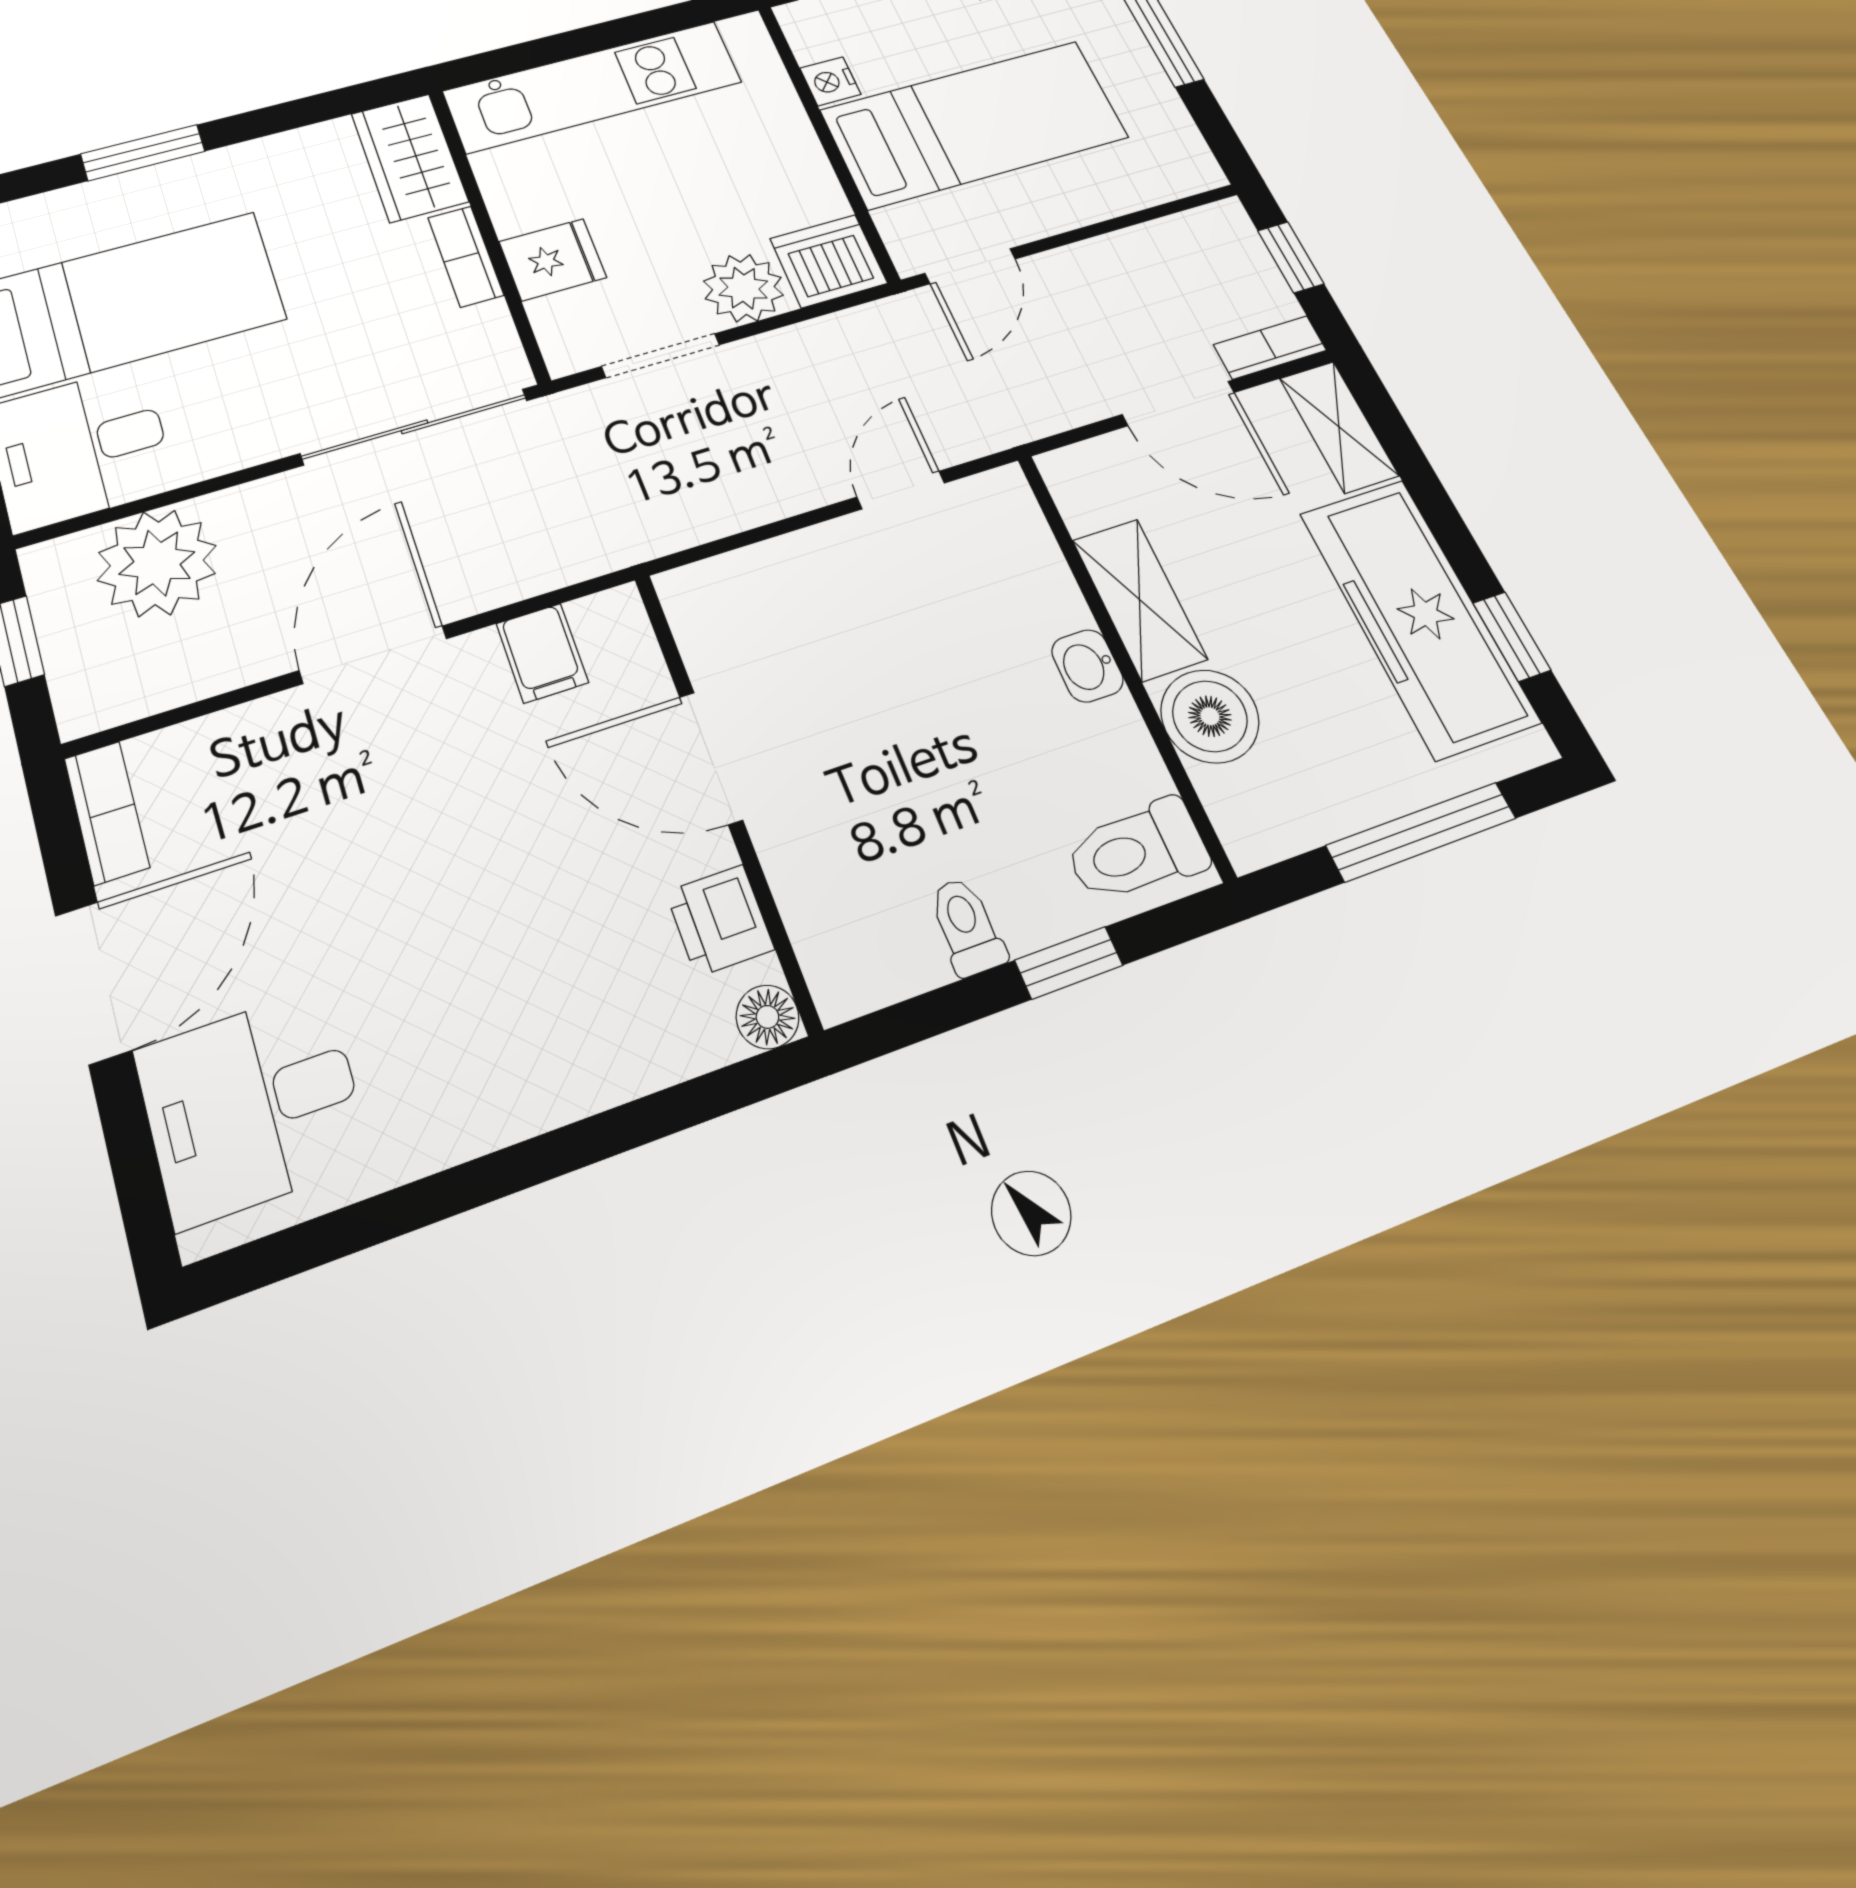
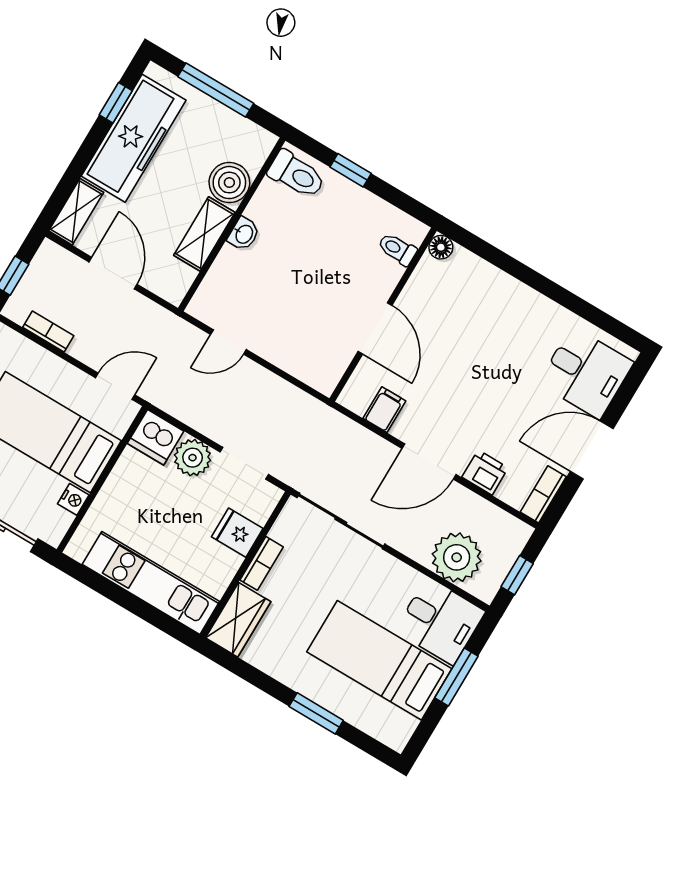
bookcase: (1270, 347) -> (48, 332), moved, turned 180
printer: (720, 920) -> (485, 472), moved, turned -90
toilet: (967, 926) -> (397, 249), moved, turned 90

